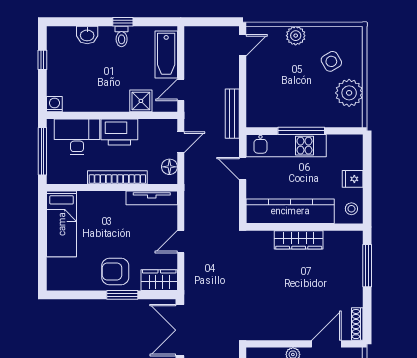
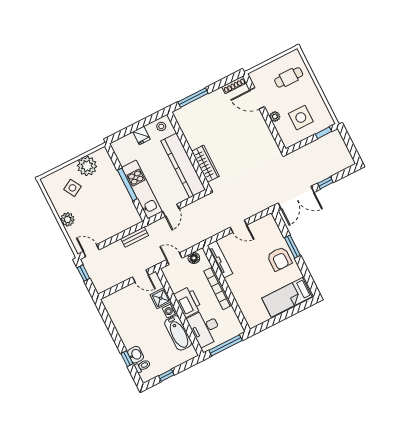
window: (123, 22) -> (127, 359), moved
window: (220, 22) -> (83, 273), added
toilet: (122, 36) -> (142, 366), moved
bathtub: (166, 54) -> (178, 333), moved, turned 90
washing machine: (54, 104) -> (170, 311), moved
bench: (232, 114) -> (135, 237), width x0.73
bed: (62, 224) -> (288, 297), moved, turned 180
wardrobe: (299, 240) -> (205, 164), moved
wardrobe: (159, 280) -> (271, 227), removed

